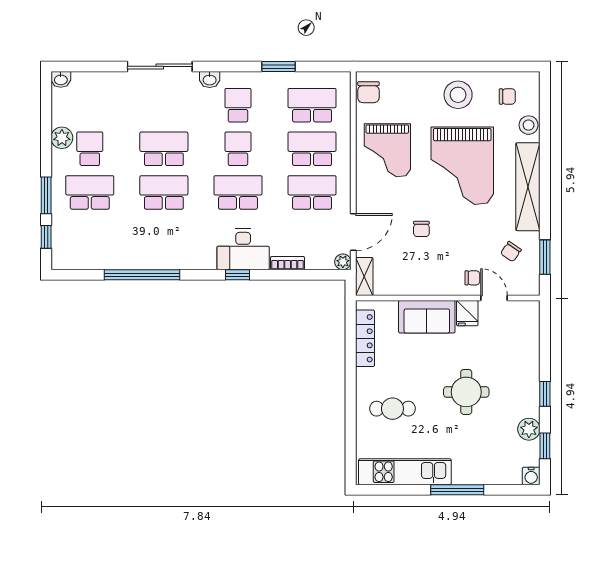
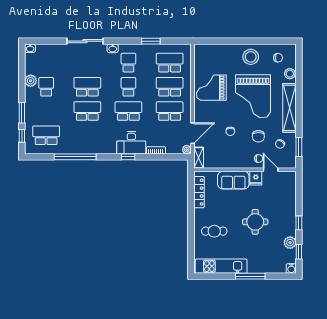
chair: (368, 92) -> (258, 136), moved
grand piano: (387, 150) -> (211, 88), turned 90
school desk: (90, 192) -> (46, 135), moved

